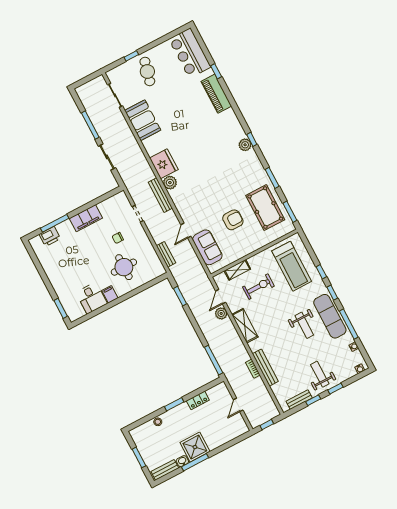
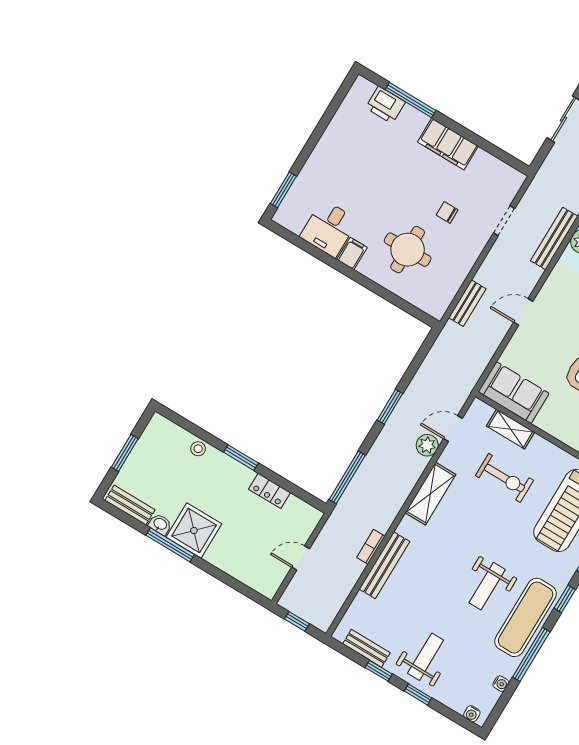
sofa: (207, 247) -> (514, 393), moved, turned -90
window: (180, 296) -> (390, 407), moved

